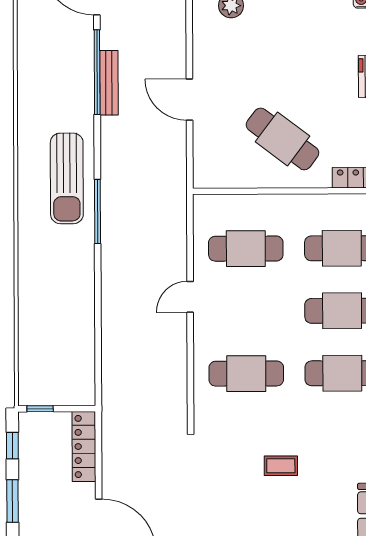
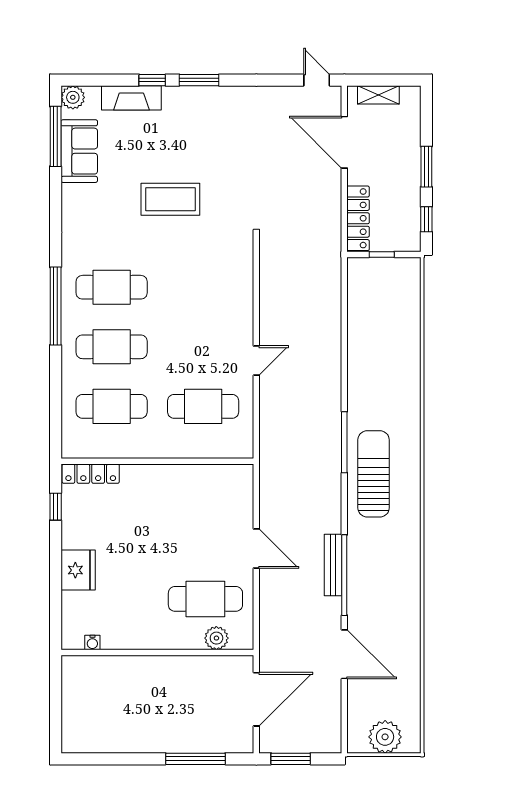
cafe table: (282, 139) -> (205, 599), moved, turned -37
cafe table: (246, 374) -> (203, 287), removed
window: (40, 409) -> (382, 254), moved
coffee table: (281, 466) -> (170, 199), width x1.86, depth x1.72

